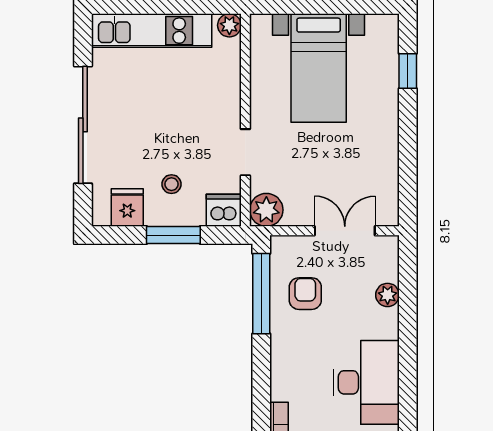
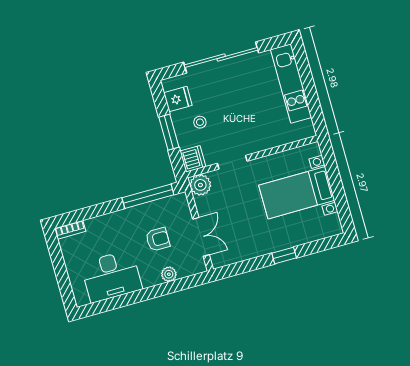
plant: (229, 25) -> (308, 131), removed
window: (408, 71) -> (284, 256), moved
armchair: (305, 294) -> (158, 239), moved

